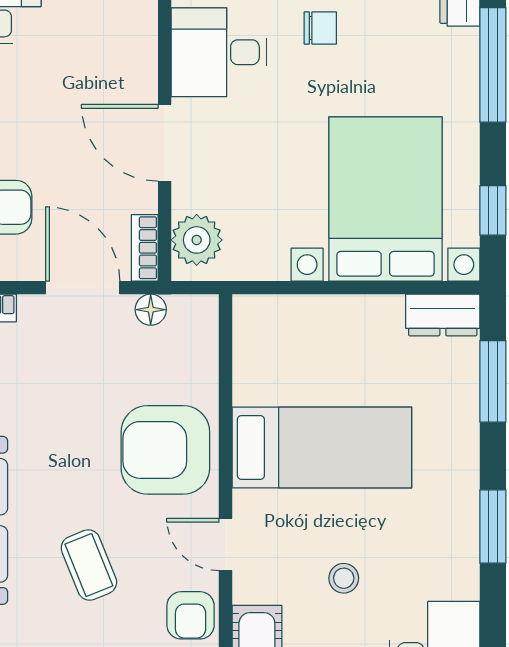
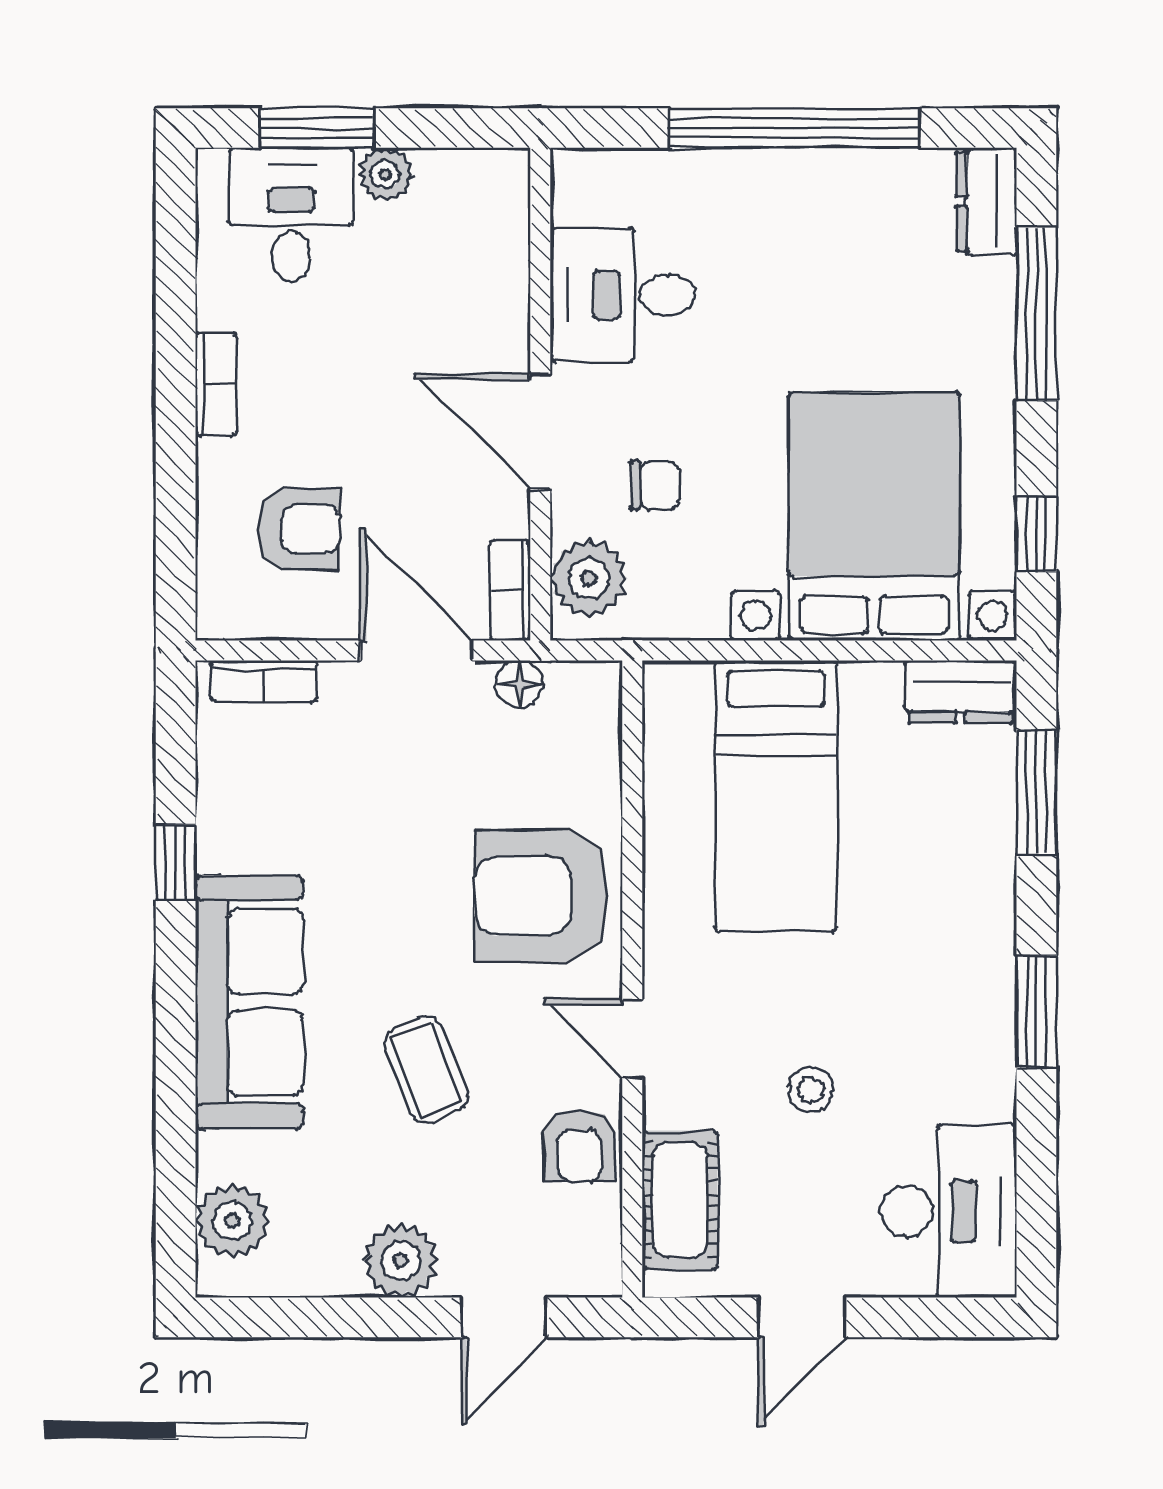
chair: (320, 28) -> (655, 485), moved
bed: (322, 447) -> (776, 796), moved, turned 90

